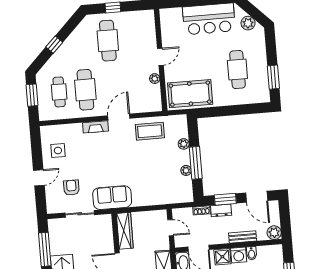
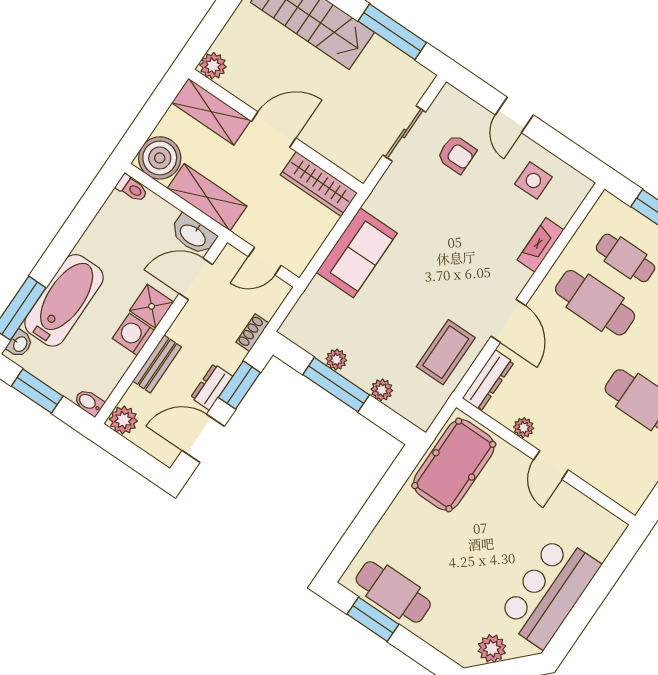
cafe table: (237, 70) -> (393, 592), moved
dresser: (148, 107) -> (488, 380), added
fireplace: (95, 127) -> (540, 245), moved
sofa: (112, 198) -> (357, 253), moved
dresser: (221, 210) -> (212, 387), moved
bidet: (252, 253) -> (89, 402), moved

